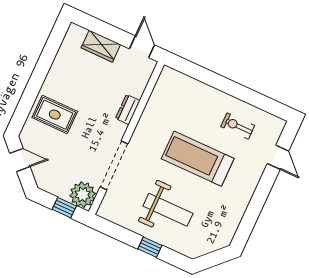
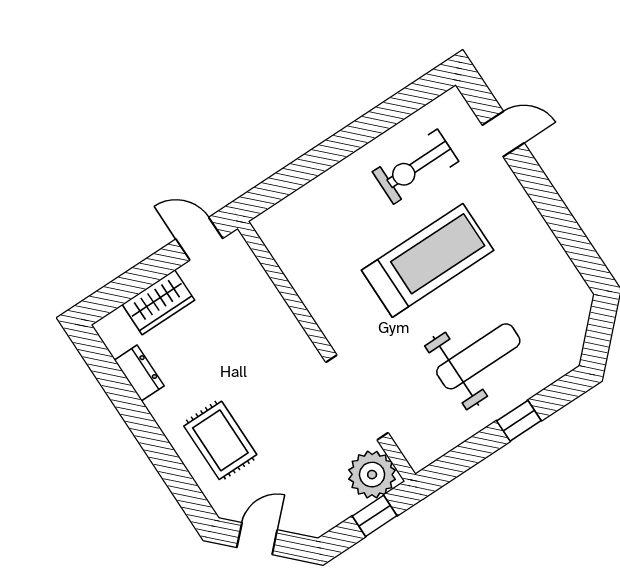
dresser: (128, 109) -> (139, 373), moved, turned 180
rug: (55, 115) -> (220, 440), turned 90
exercise bike: (238, 126) -> (415, 167), width x1.38, depth x1.39
treadmill: (198, 159) -> (428, 260), turned 180

